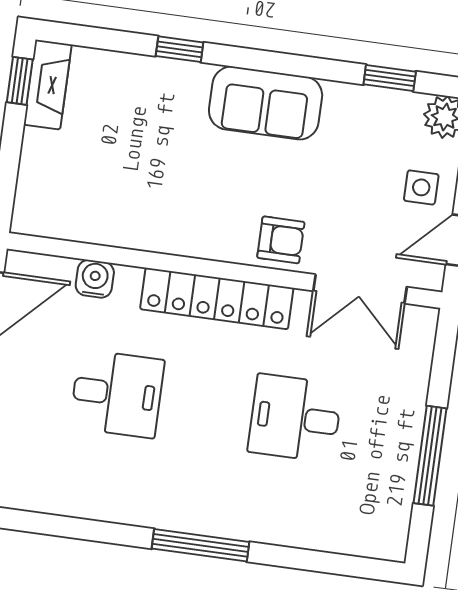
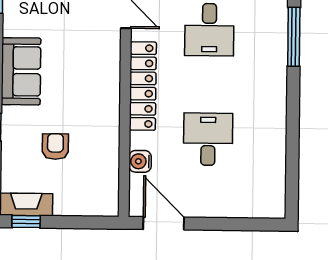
armchair: (281, 240) -> (55, 147), moved
window: (200, 545) -> (294, 37), moved

